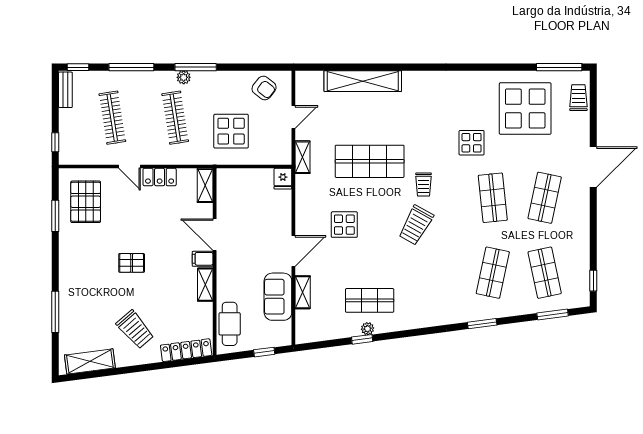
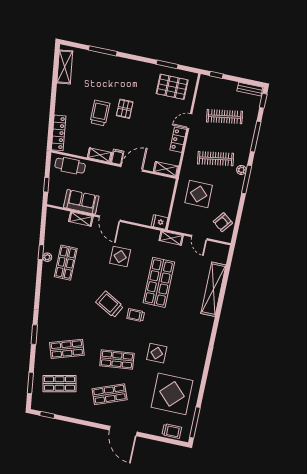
shop shelf: (545, 198) -> (110, 394), turned -33
shop shelf: (493, 273) -> (67, 349), turned -30
trolley: (135, 329) -> (100, 113), moved, turned 131

